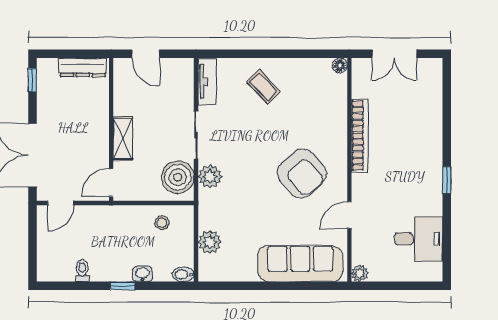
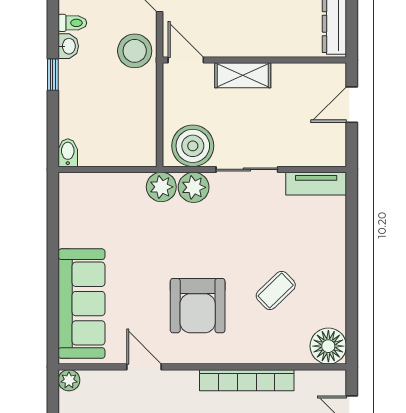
floor lamp: (340, 65) -> (328, 346), width x1.89, depth x1.89
coffee table: (263, 87) -> (276, 290), moved
armchair: (302, 174) -> (198, 306), turned -49
stool: (162, 223) -> (135, 51), moved, width x1.89, depth x1.89
plant: (210, 242) -> (161, 187), moved
washbasin: (143, 274) -> (68, 46), moved

